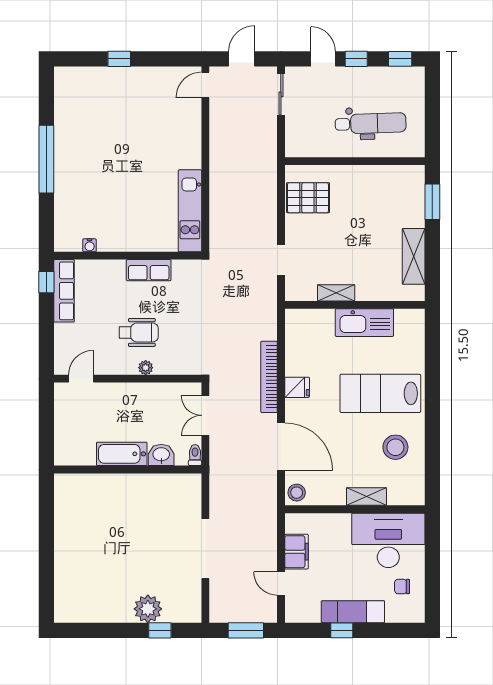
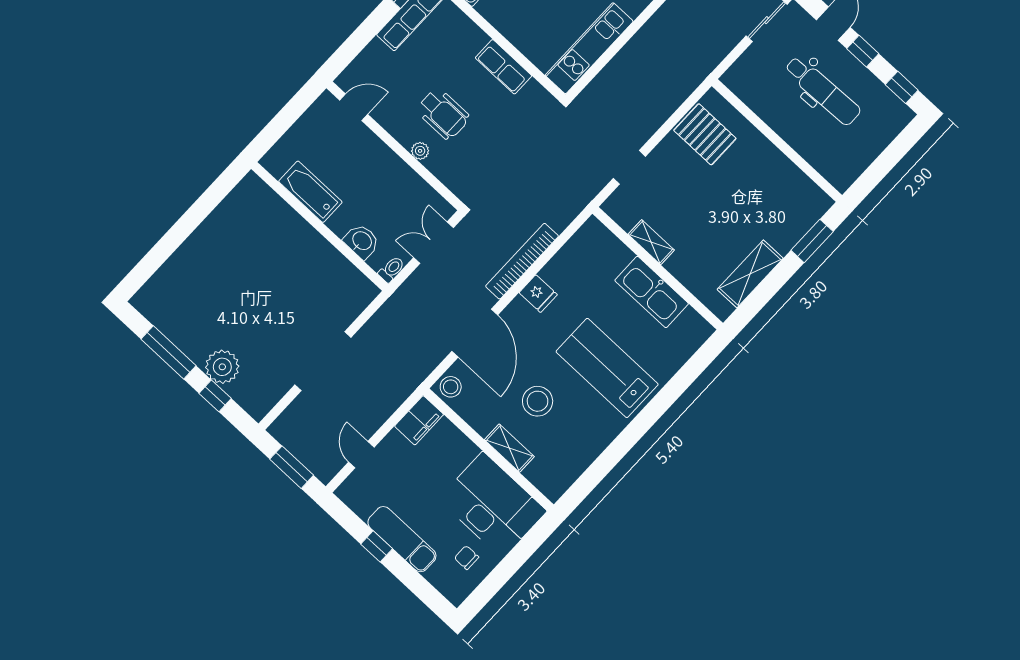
dental chair: (371, 123) -> (823, 91), moved
stool: (395, 447) -> (538, 401), moved
bathtub: (122, 454) -> (310, 192), moved
filing cabinet: (296, 552) -> (419, 420), moved
window: (107, 630) -> (168, 352), added

